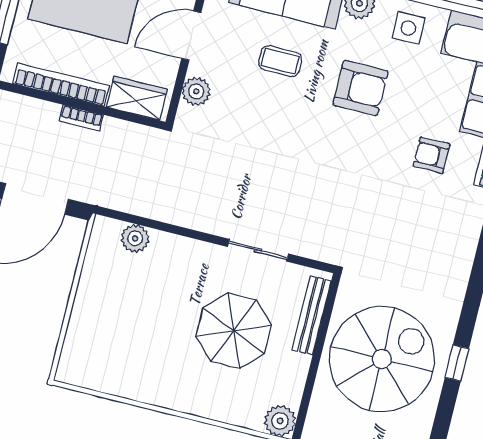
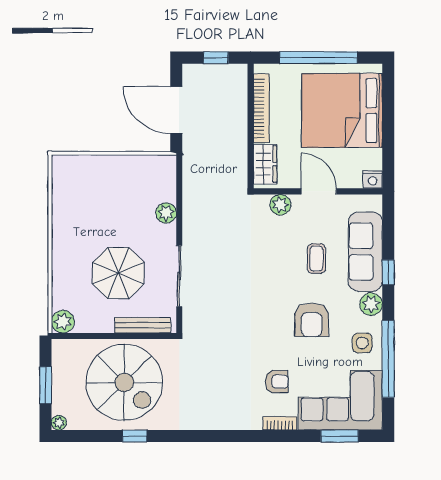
bookcase: (82, 118) -> (242, 129), removed
armchair: (432, 155) -> (277, 382), turned 90
plant: (135, 238) -> (166, 213), moved
sliding door: (258, 250) -> (179, 276), width x1.37

